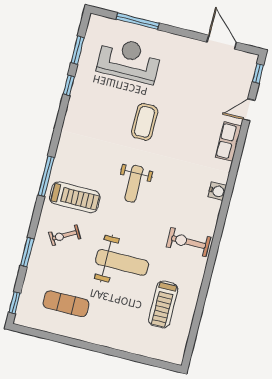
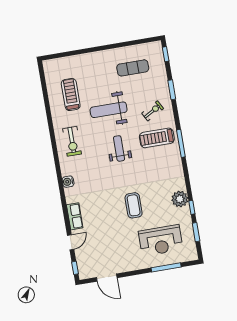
plant: (80, 104) -> (180, 199), added
weight bench: (134, 184) -> (119, 148), moved
exercise bike: (189, 242) -> (72, 141), turned 90

